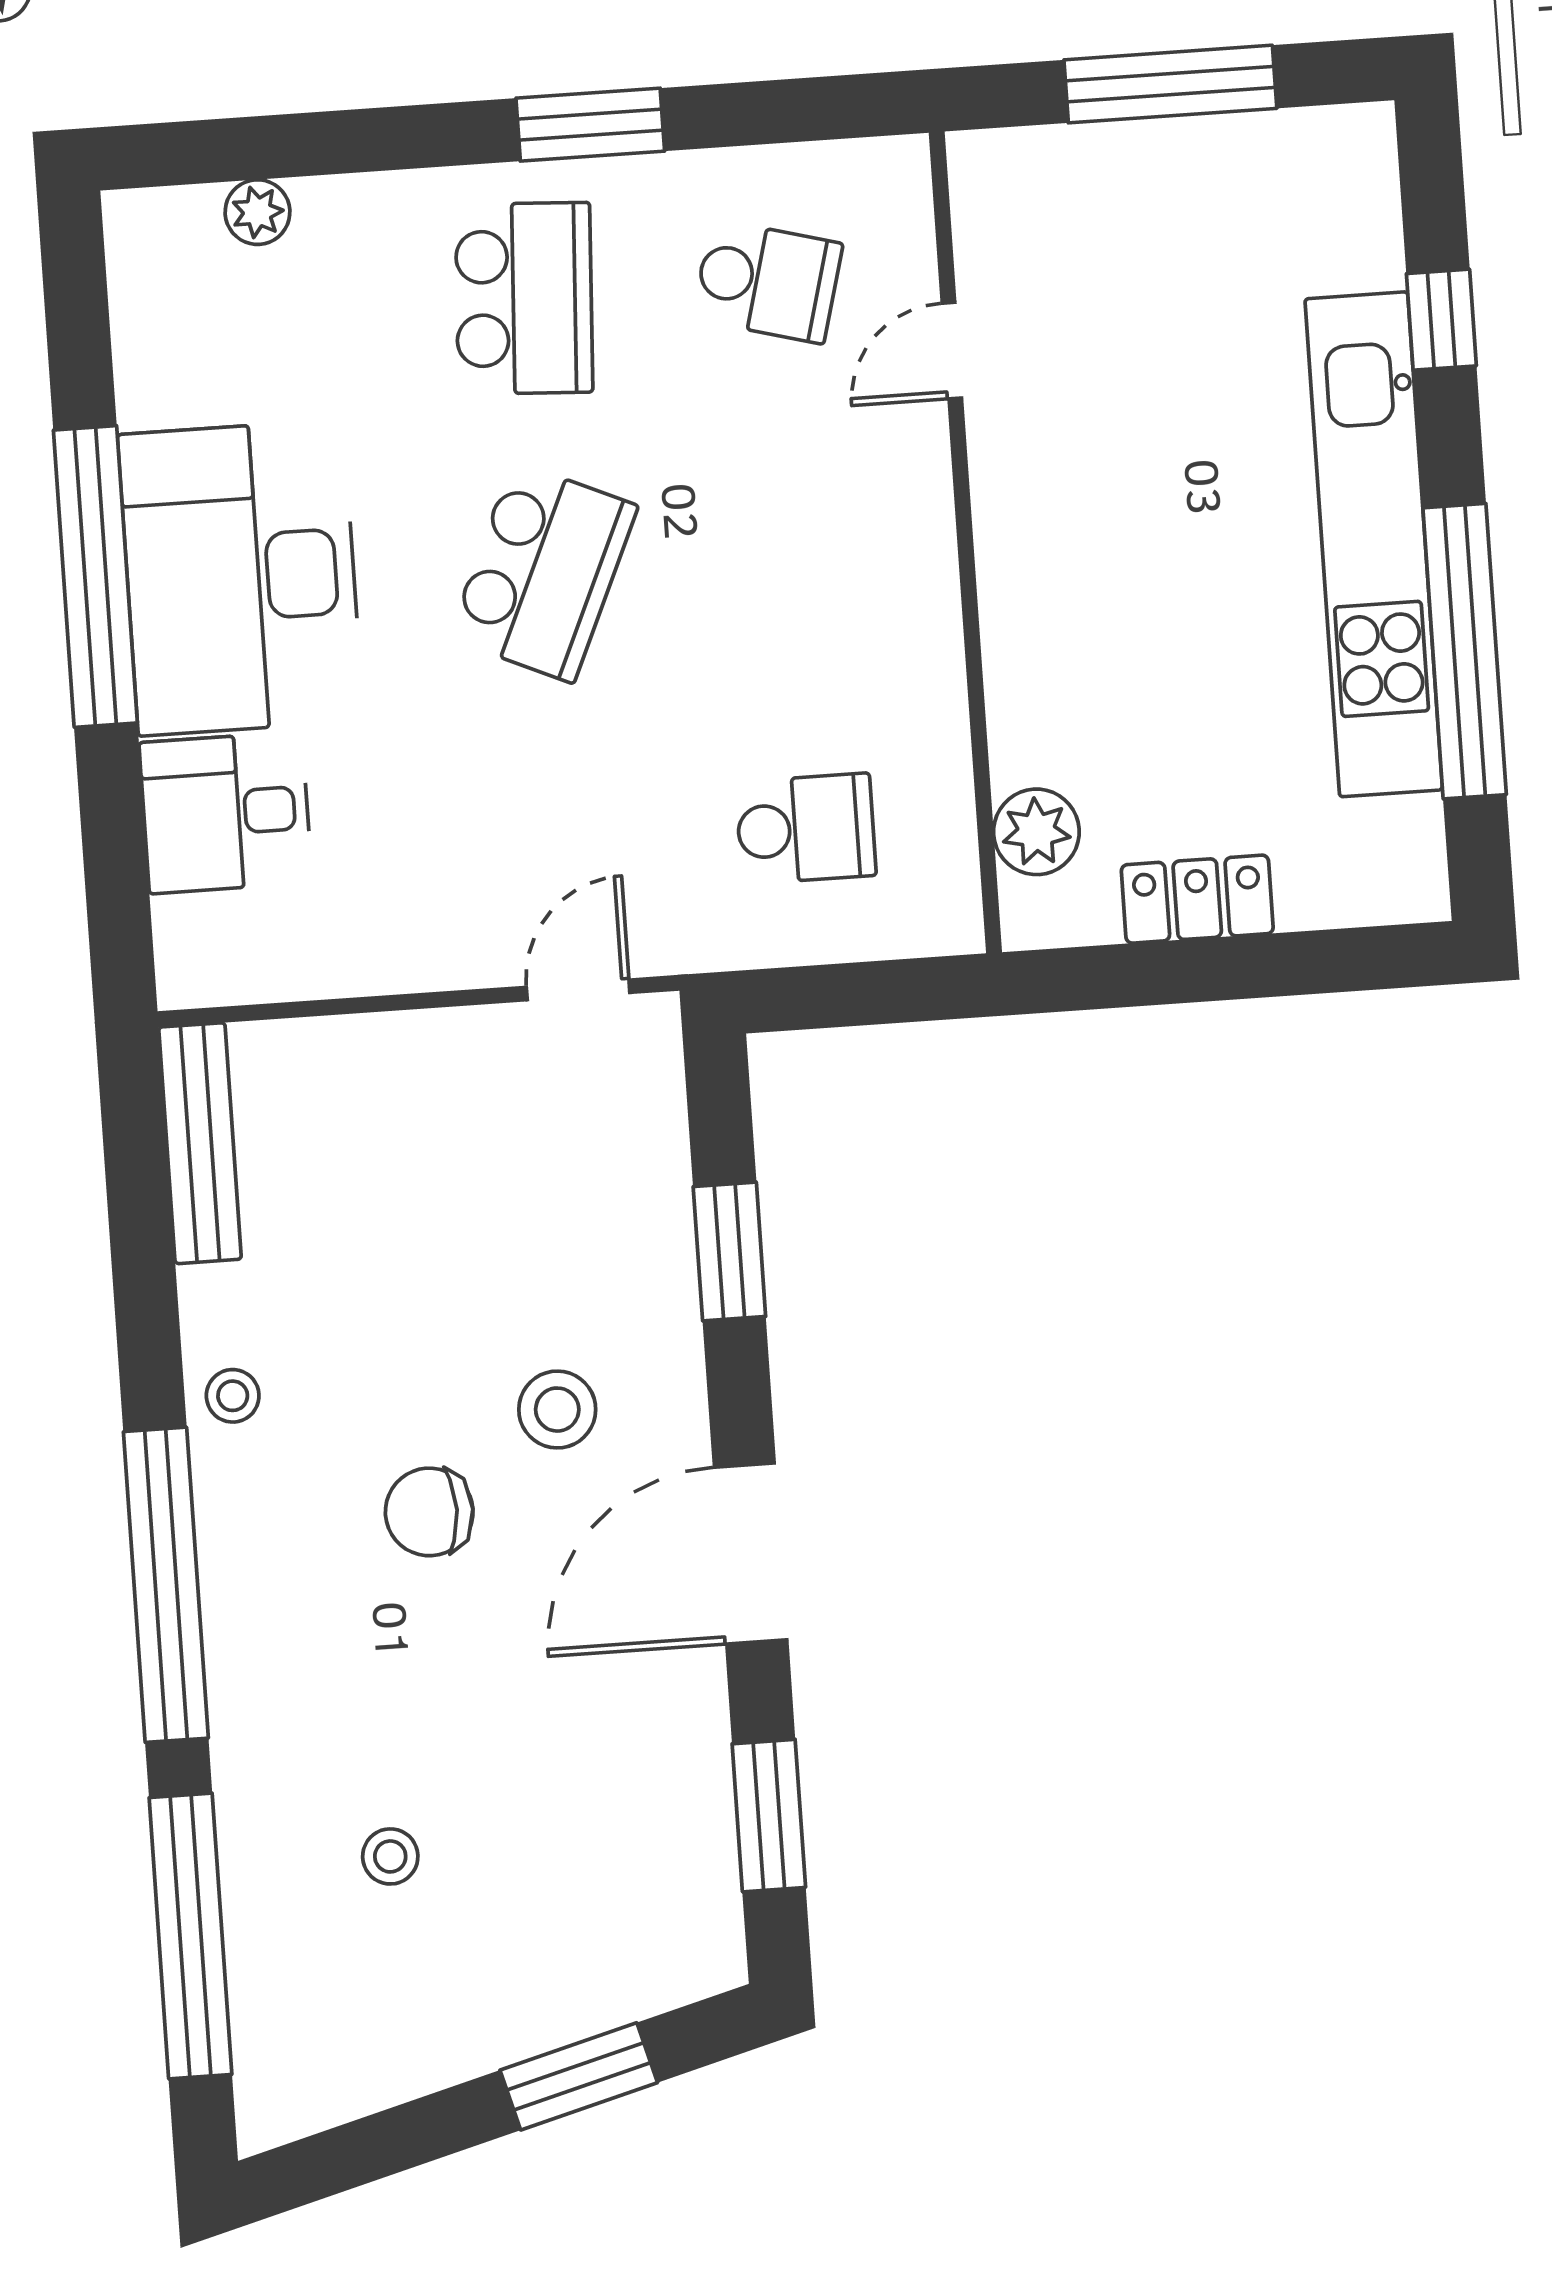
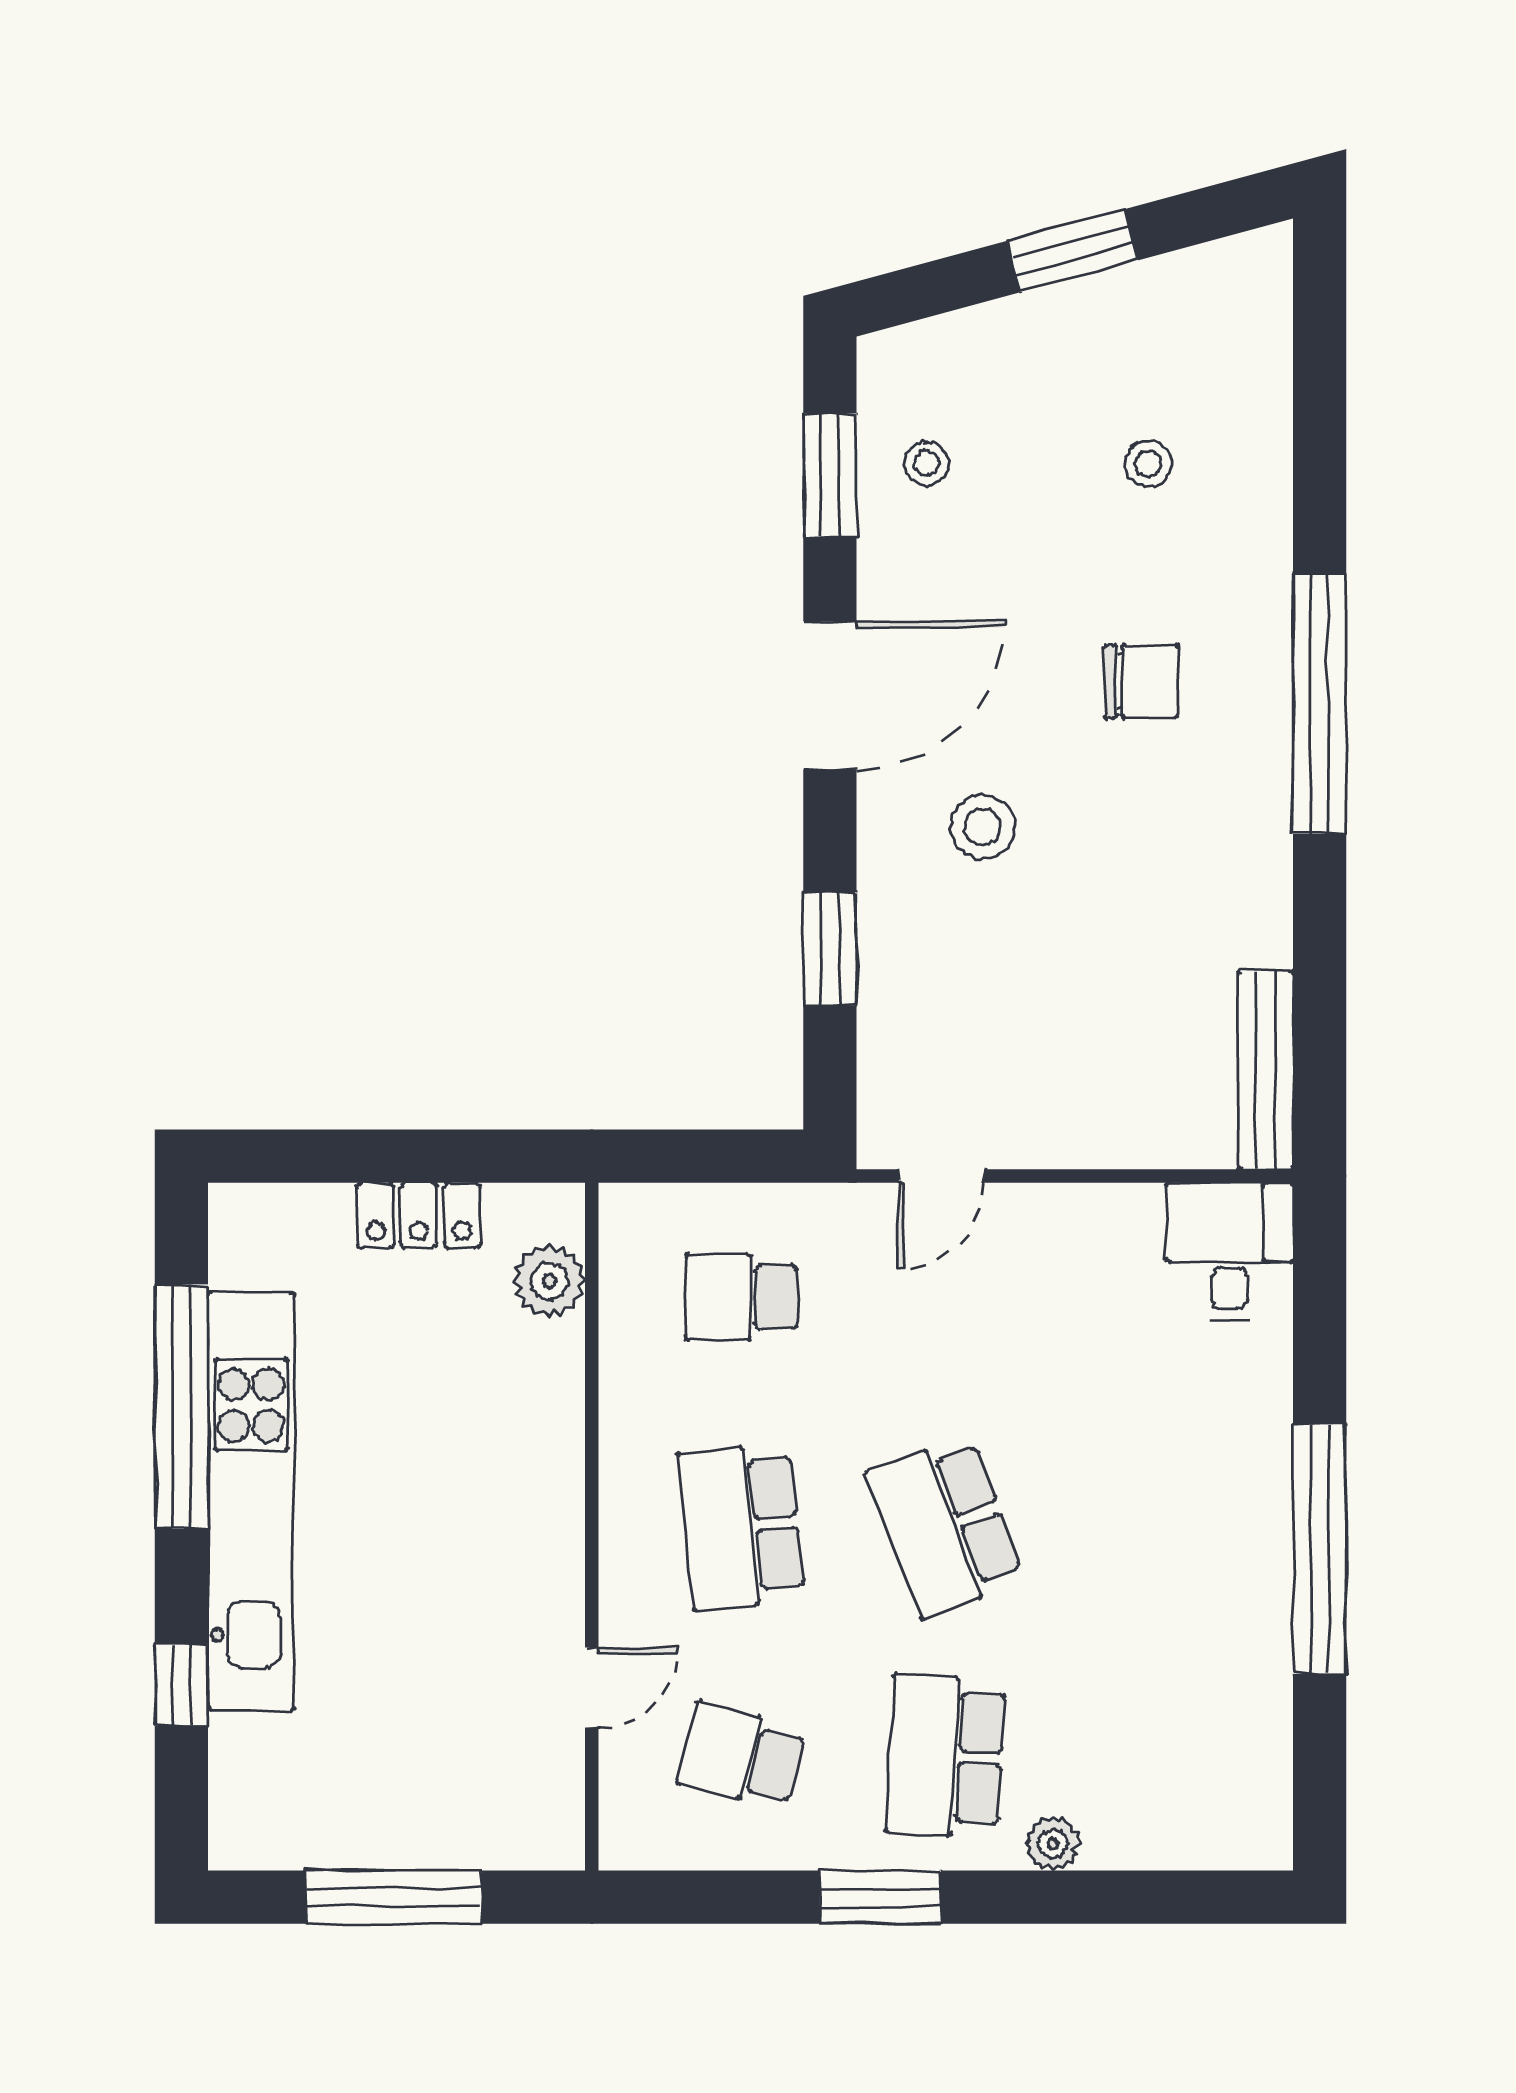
plant: (257, 212) -> (1053, 1844), moved
school desk: (787, 555) -> (742, 1527), added
school desk: (543, 572) -> (946, 1527), turned -45
desk: (241, 578) -> (1198, 1540), removed
desk: (226, 813) -> (1230, 1251), moved, turned -90
stool: (233, 1396) -> (927, 463), moved
chair: (429, 1512) -> (1141, 681), moved
window: (190, 1936) -> (1320, 409), removed
window: (579, 2076) -> (1072, 251), moved

